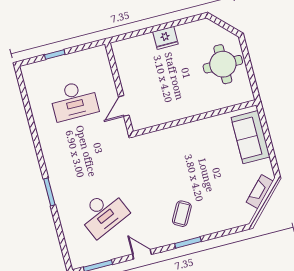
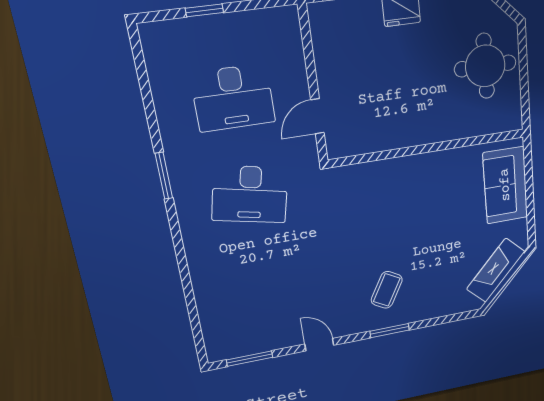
window: (49, 192) -> (164, 176), moved
fireplace: (260, 192) -> (496, 270), width x1.37, depth x1.32
desk: (103, 213) -> (250, 194), moved, turned 36

